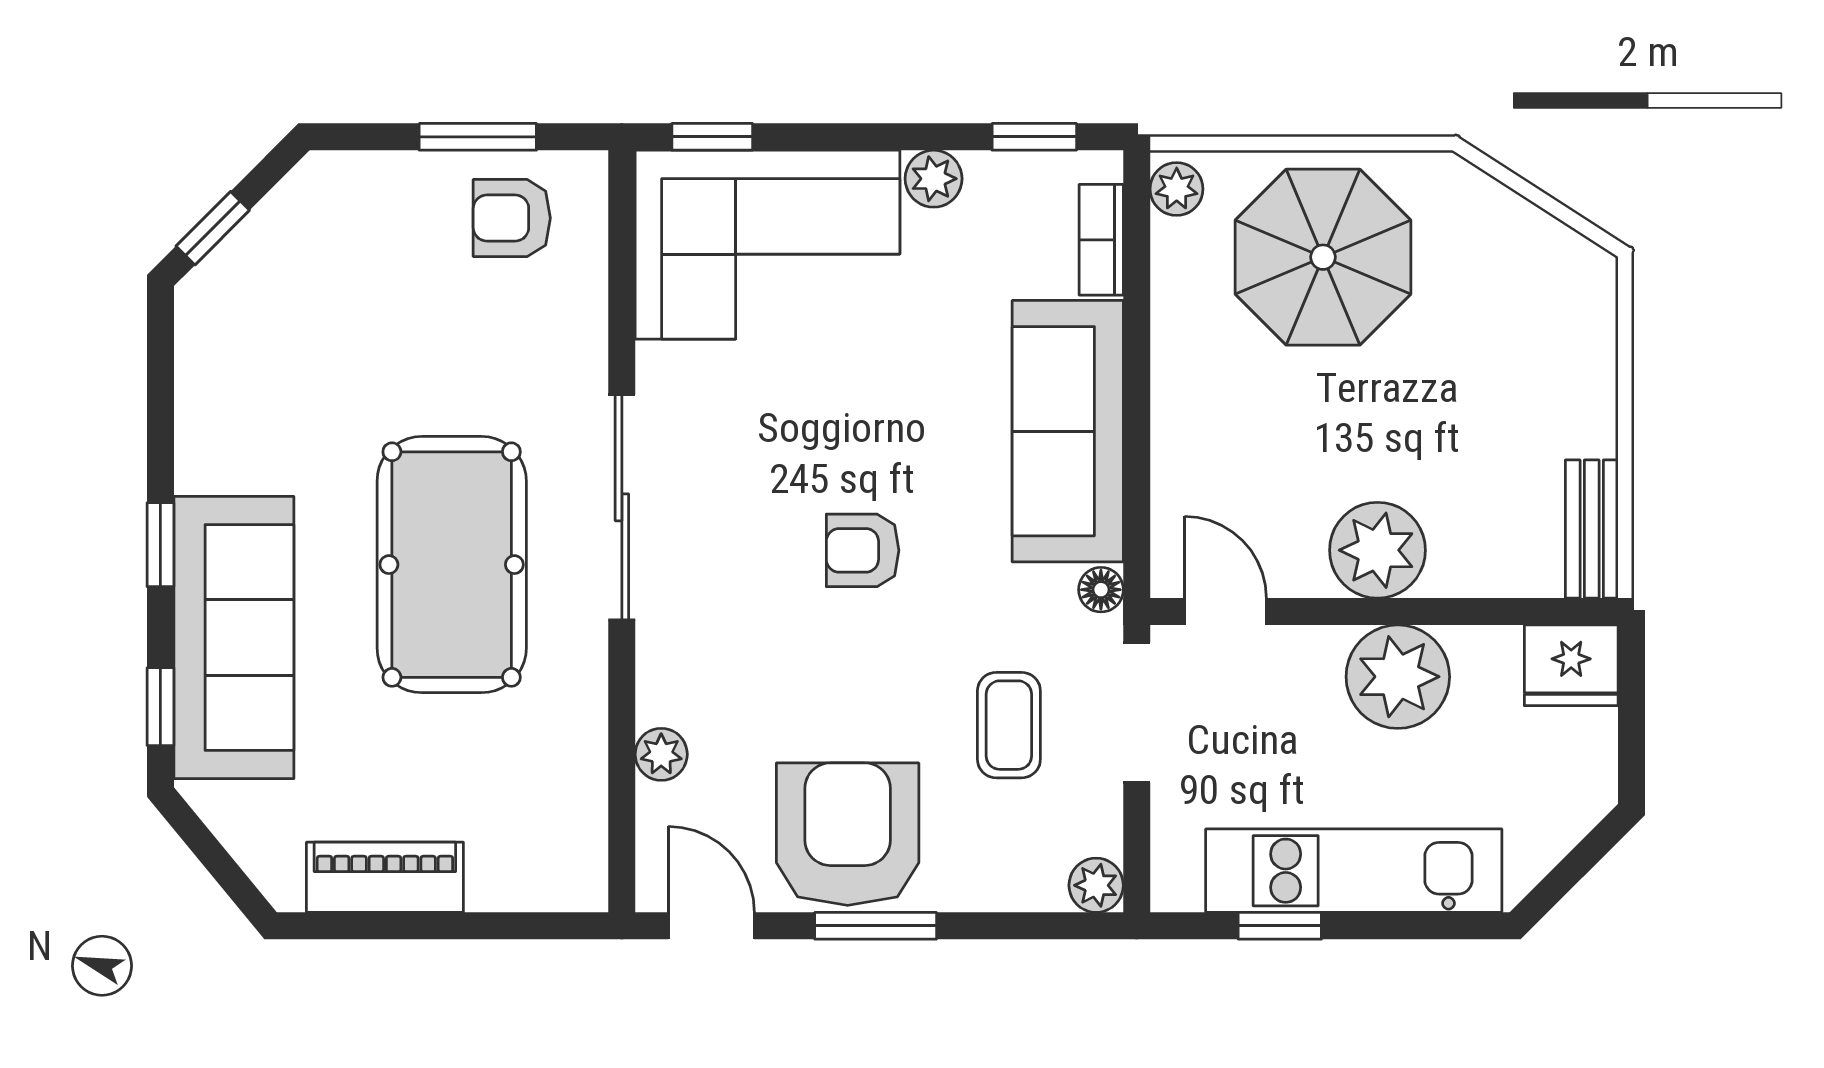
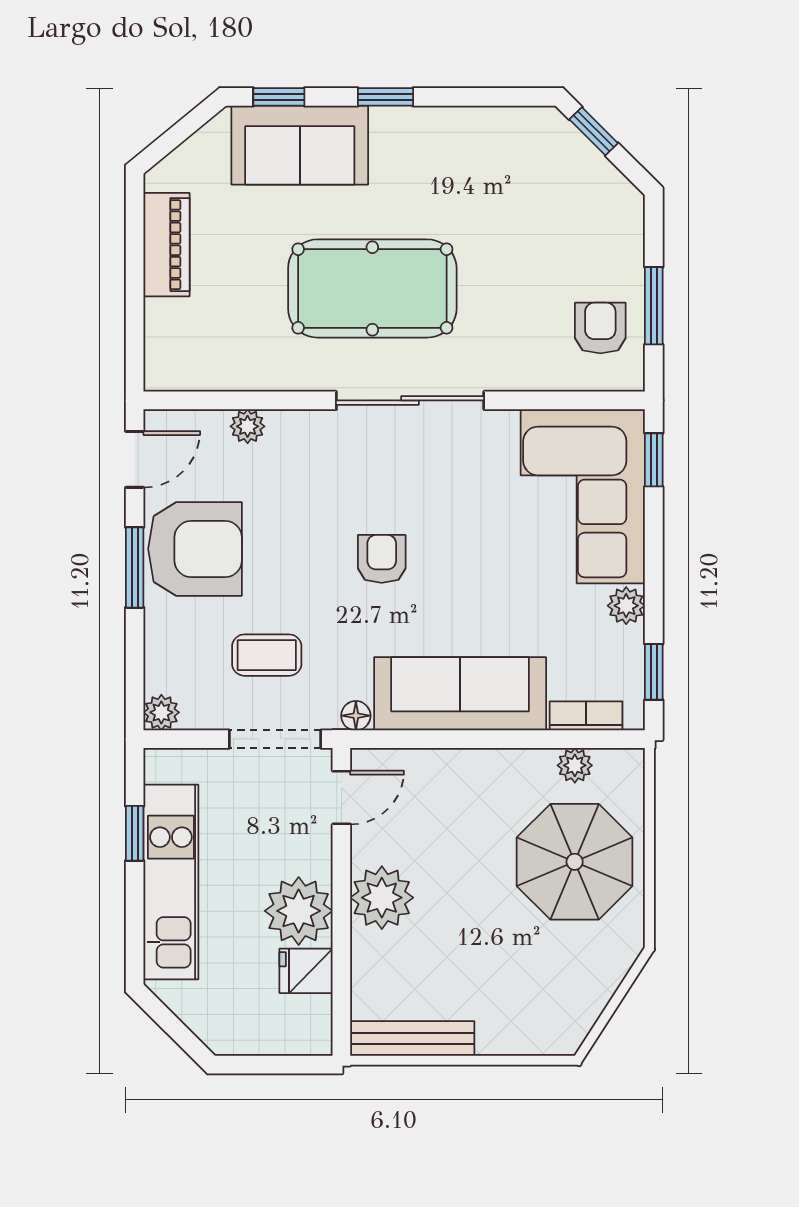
plant: (1177, 189) -> (575, 765), moved
bench: (1592, 529) -> (412, 1039), width x1.36
sofa: (234, 637) -> (300, 145), width x0.73
fridge: (1571, 665) -> (306, 971), moved, width x0.72

